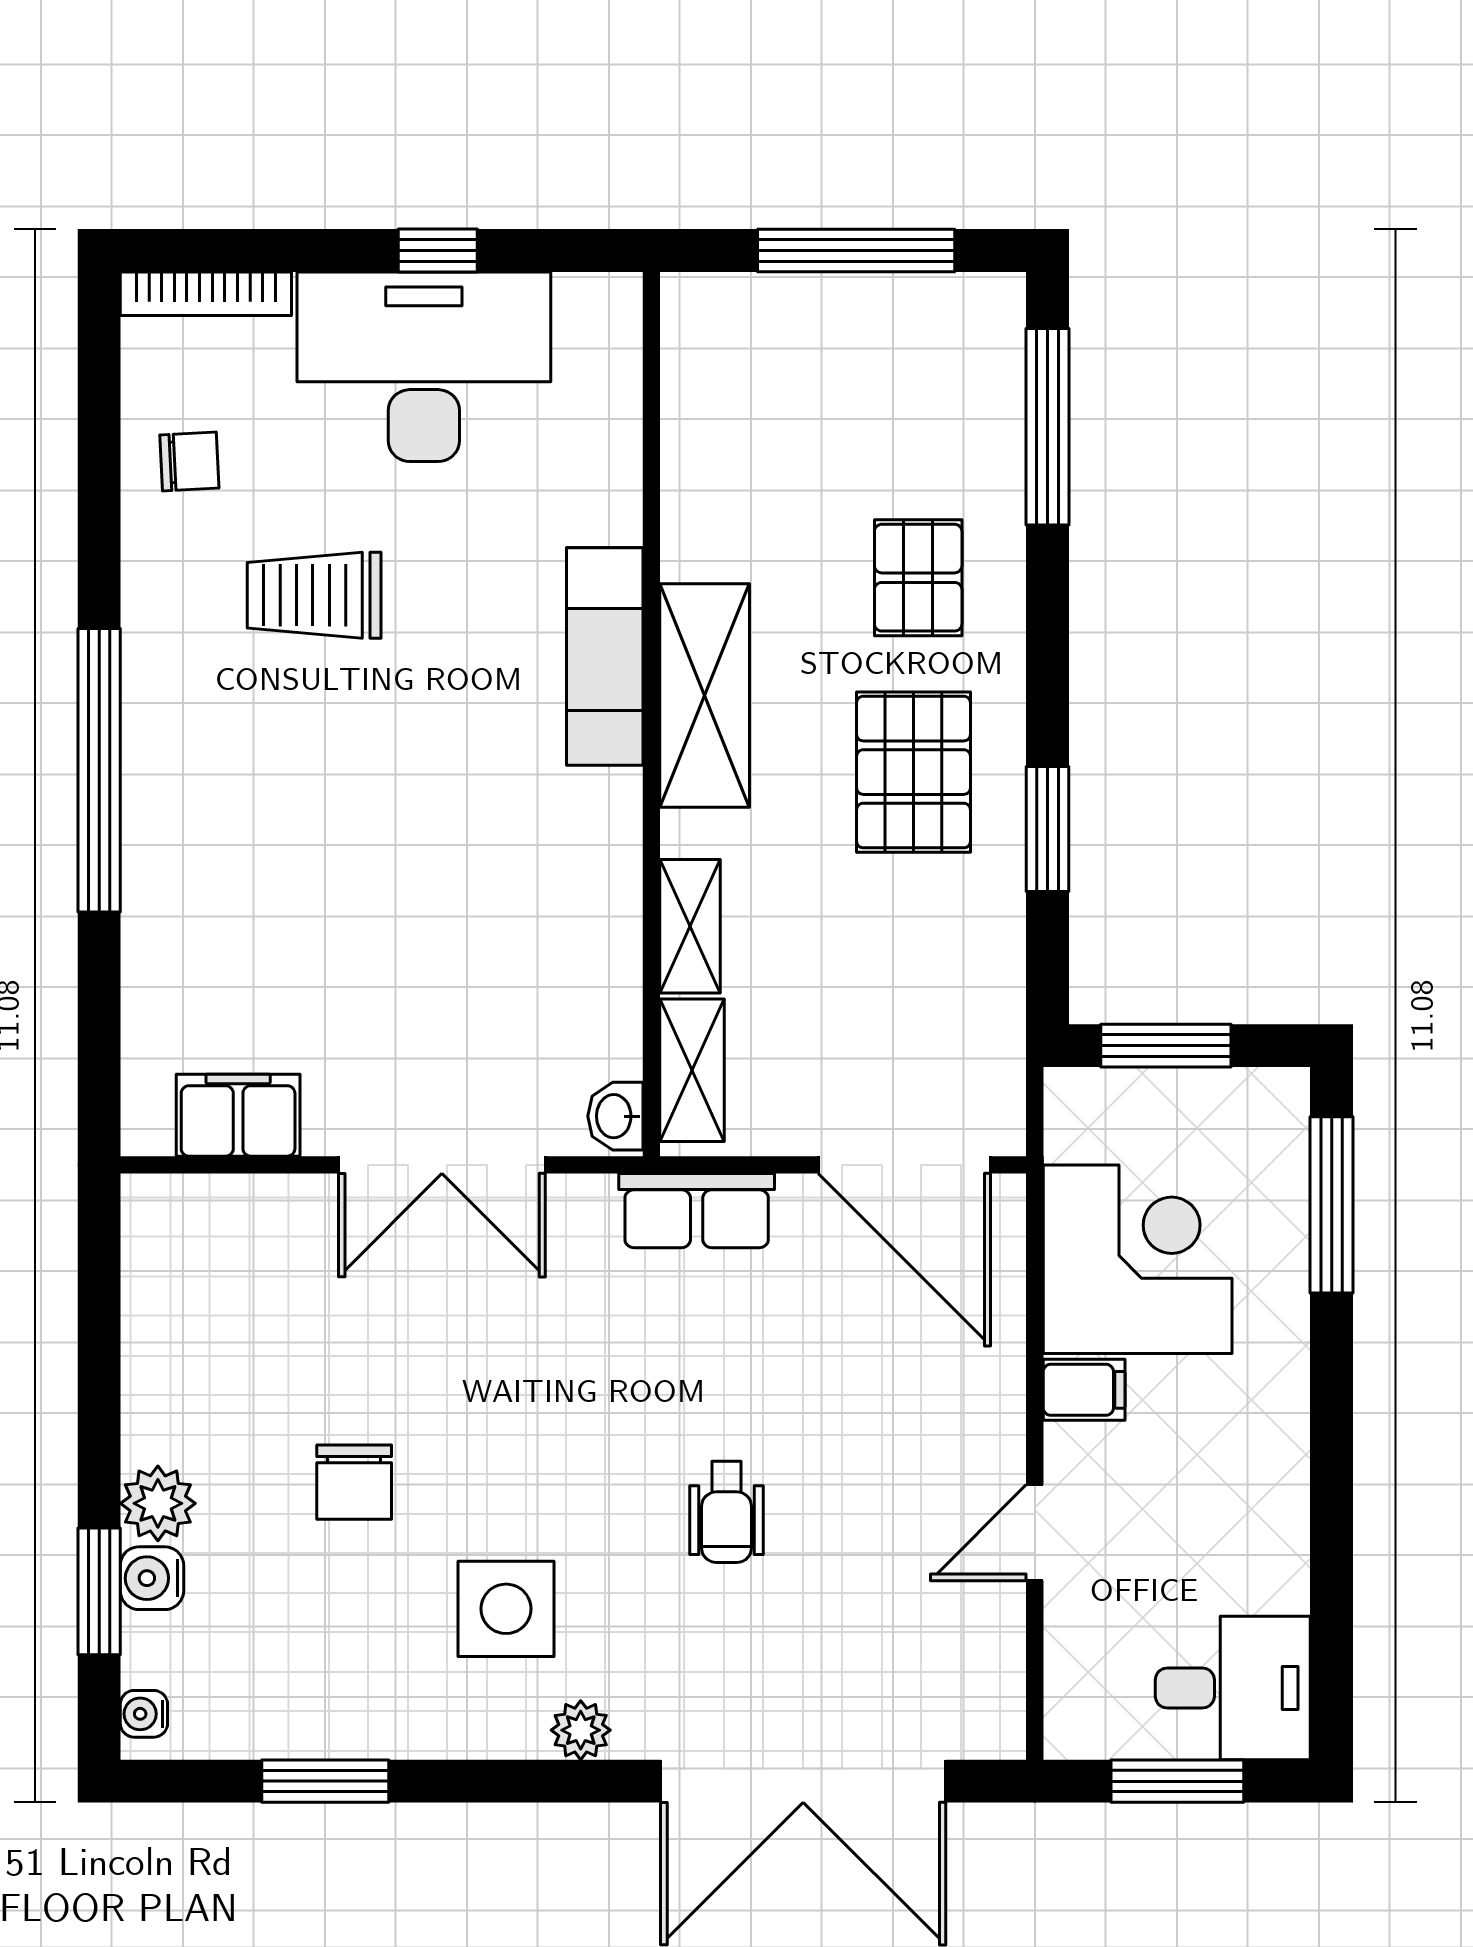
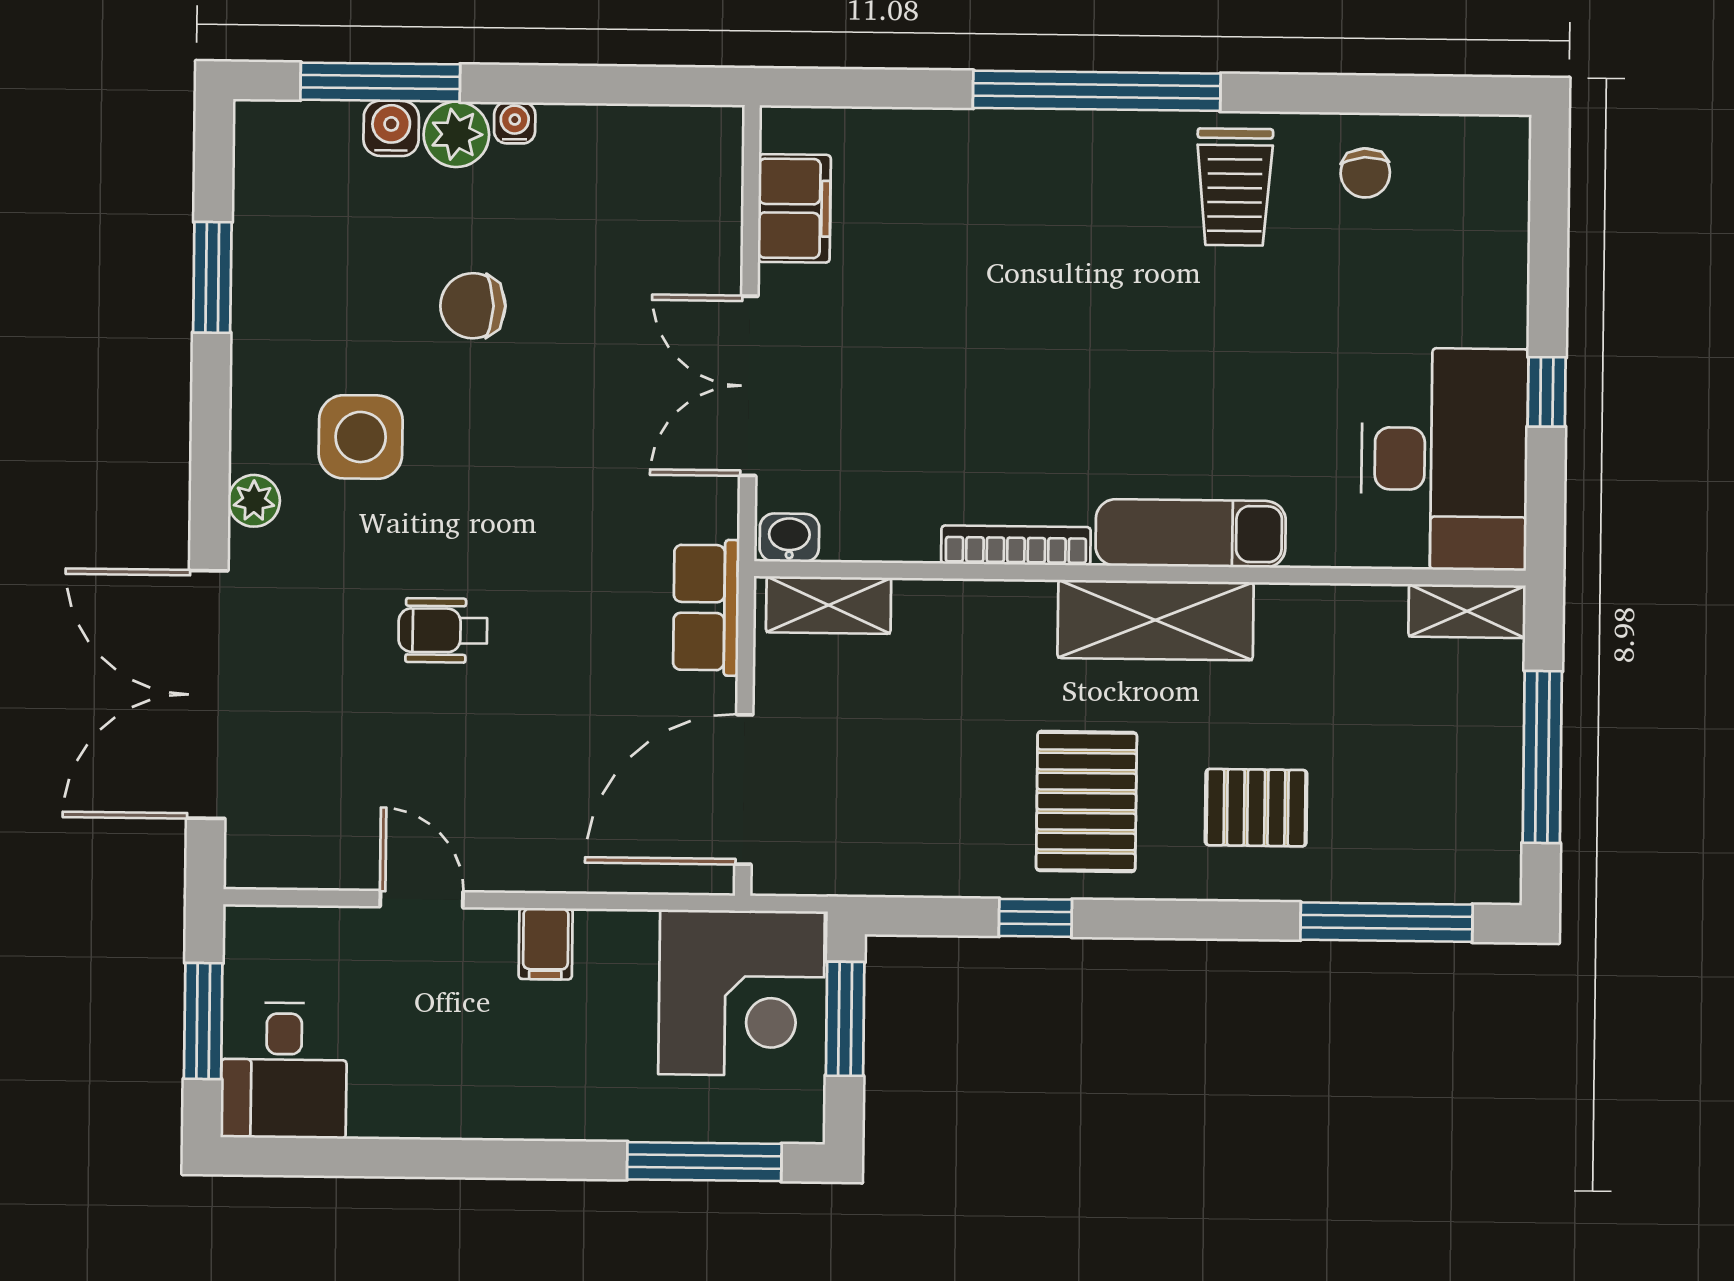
bookcase: (206, 294) -> (1016, 545), moved, turned 90
desk: (424, 367) -> (1444, 459), moved
trolley: (314, 595) -> (1235, 187), moved, turned 180
pallet: (914, 772) -> (1086, 801), turned 90
window: (1048, 829) -> (1035, 918), width x0.67
shelving: (690, 926) -> (1467, 611), moved
corner desk: (1138, 1259) -> (742, 993), moved
window: (99, 1591) -> (380, 82), width x1.44
water cooler: (144, 1714) -> (515, 123), moved

